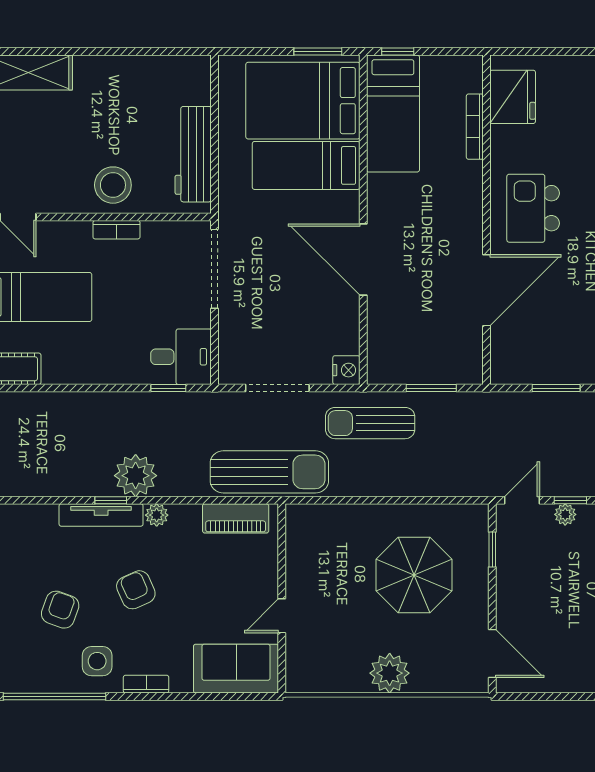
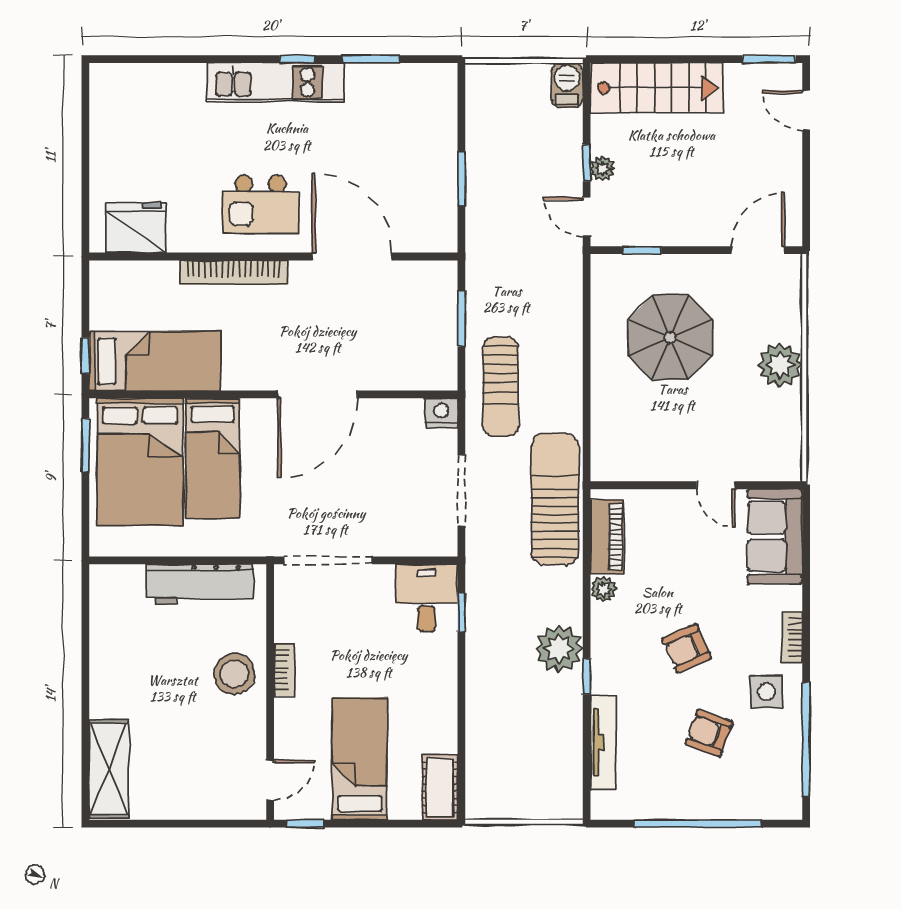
bookcase: (475, 127) -> (234, 273), moved, width x1.48, depth x1.31
tv unit: (101, 515) -> (603, 742), moved
plant: (157, 515) -> (603, 589), moved

